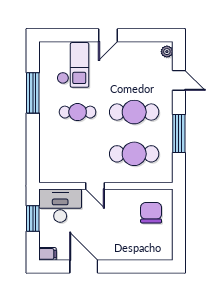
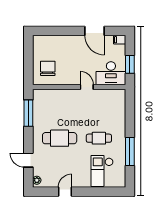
door: (108, 35) -> (65, 192), moved
window: (179, 134) -> (28, 113), moved
cafe table: (134, 154) -> (60, 109), removed
chair: (151, 213) -> (48, 68), turned 180

